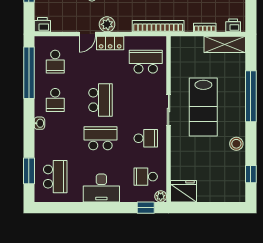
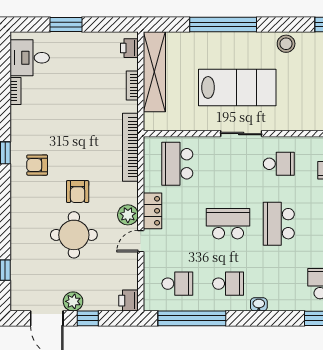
door: (87, 34) -> (141, 241), swing flipped
shelving: (225, 44) -> (154, 72), width x1.47
school desk: (146, 138) -> (279, 164), turned 90

